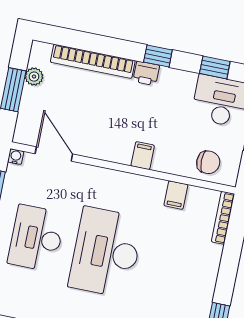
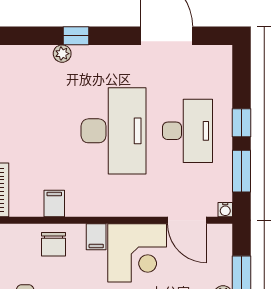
corner desk: (107, 133) -> (137, 253), added
chair: (208, 162) -> (53, 244), moved, turned -90

